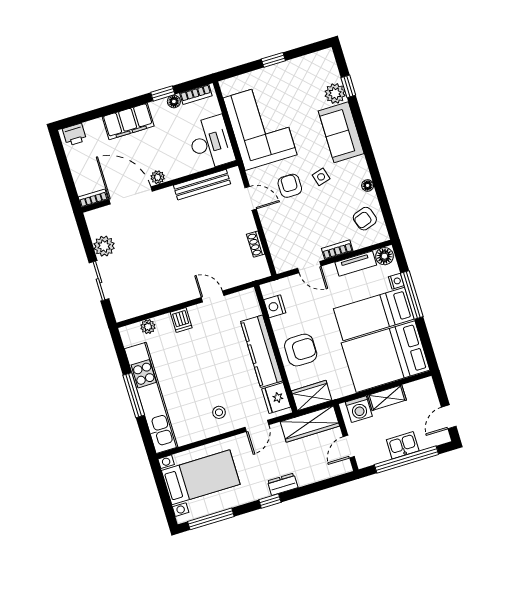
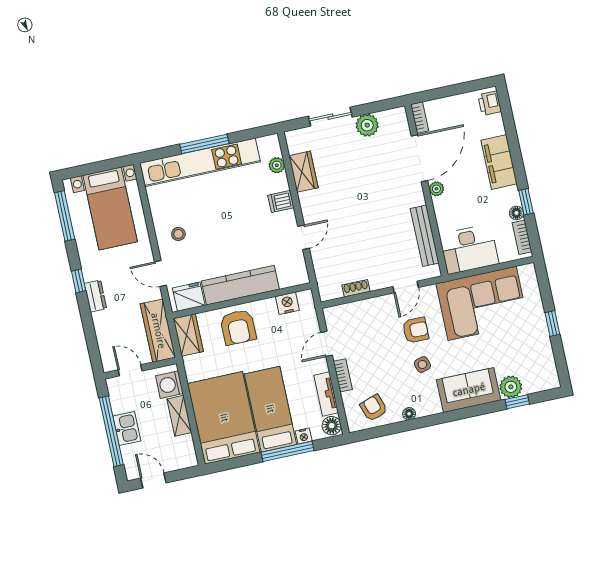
wardrobe: (152, 301) -> (303, 172), added

